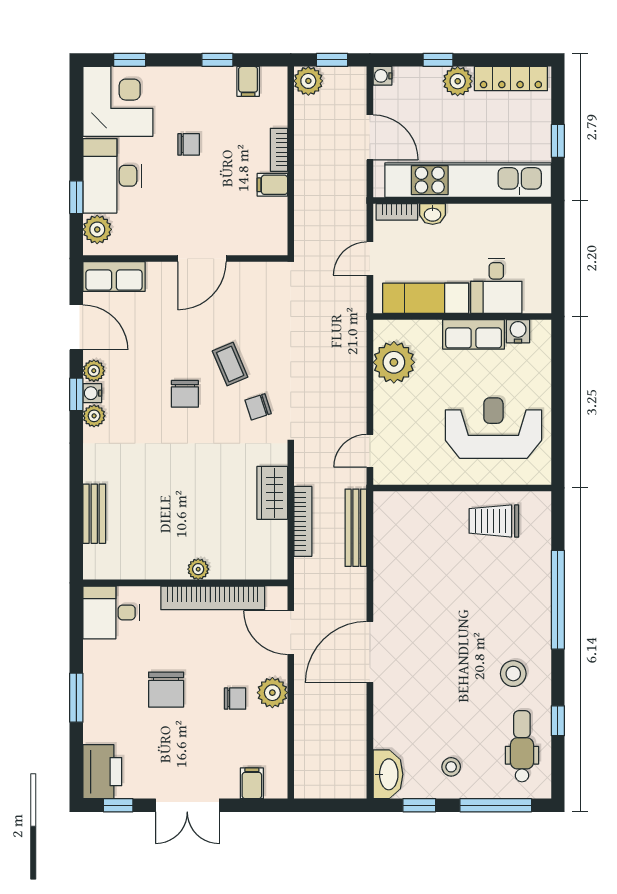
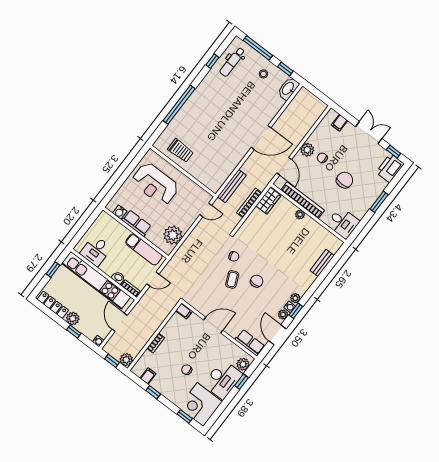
filing cabinet: (272, 185) -> (184, 311), moved
desk: (496, 286) -> (96, 251), moved, turned 180
wardrobe: (272, 493) -> (268, 201), moved
stool: (513, 674) -> (215, 90), removed

